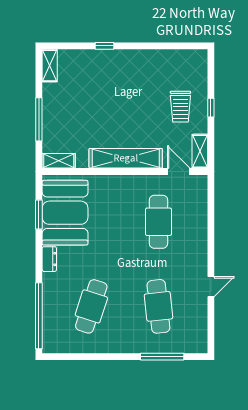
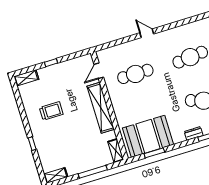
trolley: (180, 107) -> (51, 111), moved
shelving: (200, 151) -> (26, 78), moved
dresser: (49, 259) -> (194, 133), moved
door: (211, 287) -> (147, 33), moved

